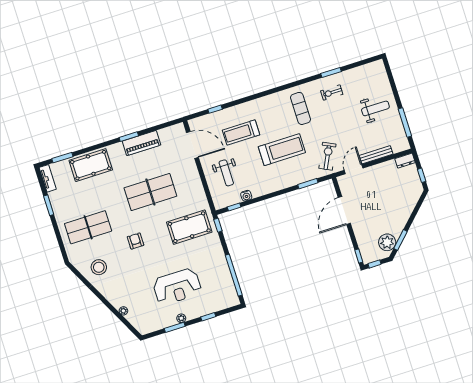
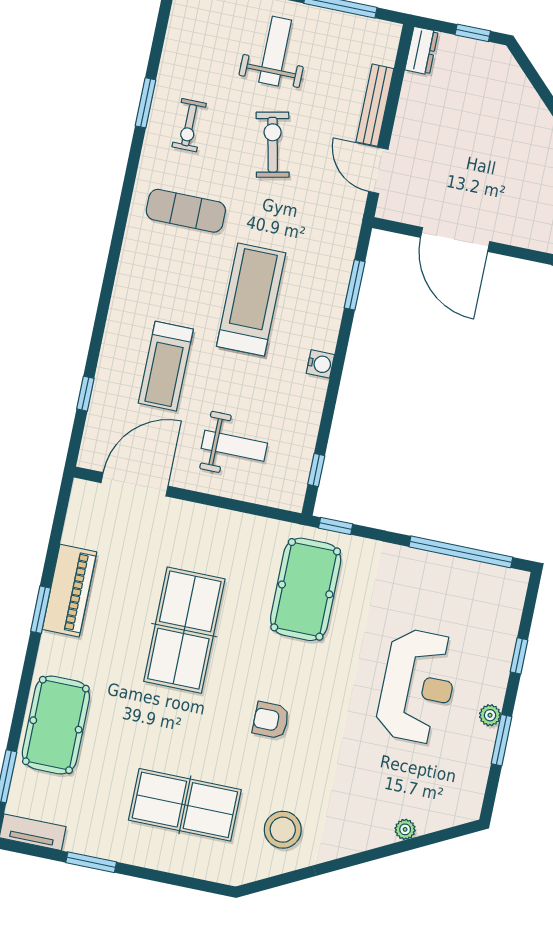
exercise bike: (327, 156) -> (273, 145), moved, turned 52
water cooler: (246, 196) -> (320, 364), moved
table tennis table: (88, 227) -> (185, 805), turned 90

